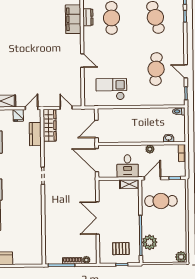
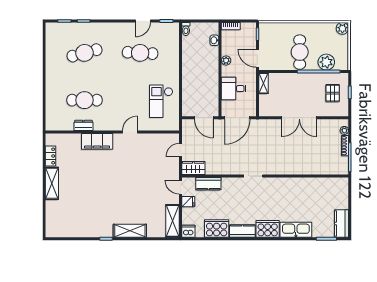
filing cabinet: (73, 19) -> (97, 141), moved
wardrobe: (50, 125) -> (193, 168), width x0.67
desk: (128, 166) -> (234, 89), moved, turned 180
cafe table: (161, 201) -> (300, 52), moved

